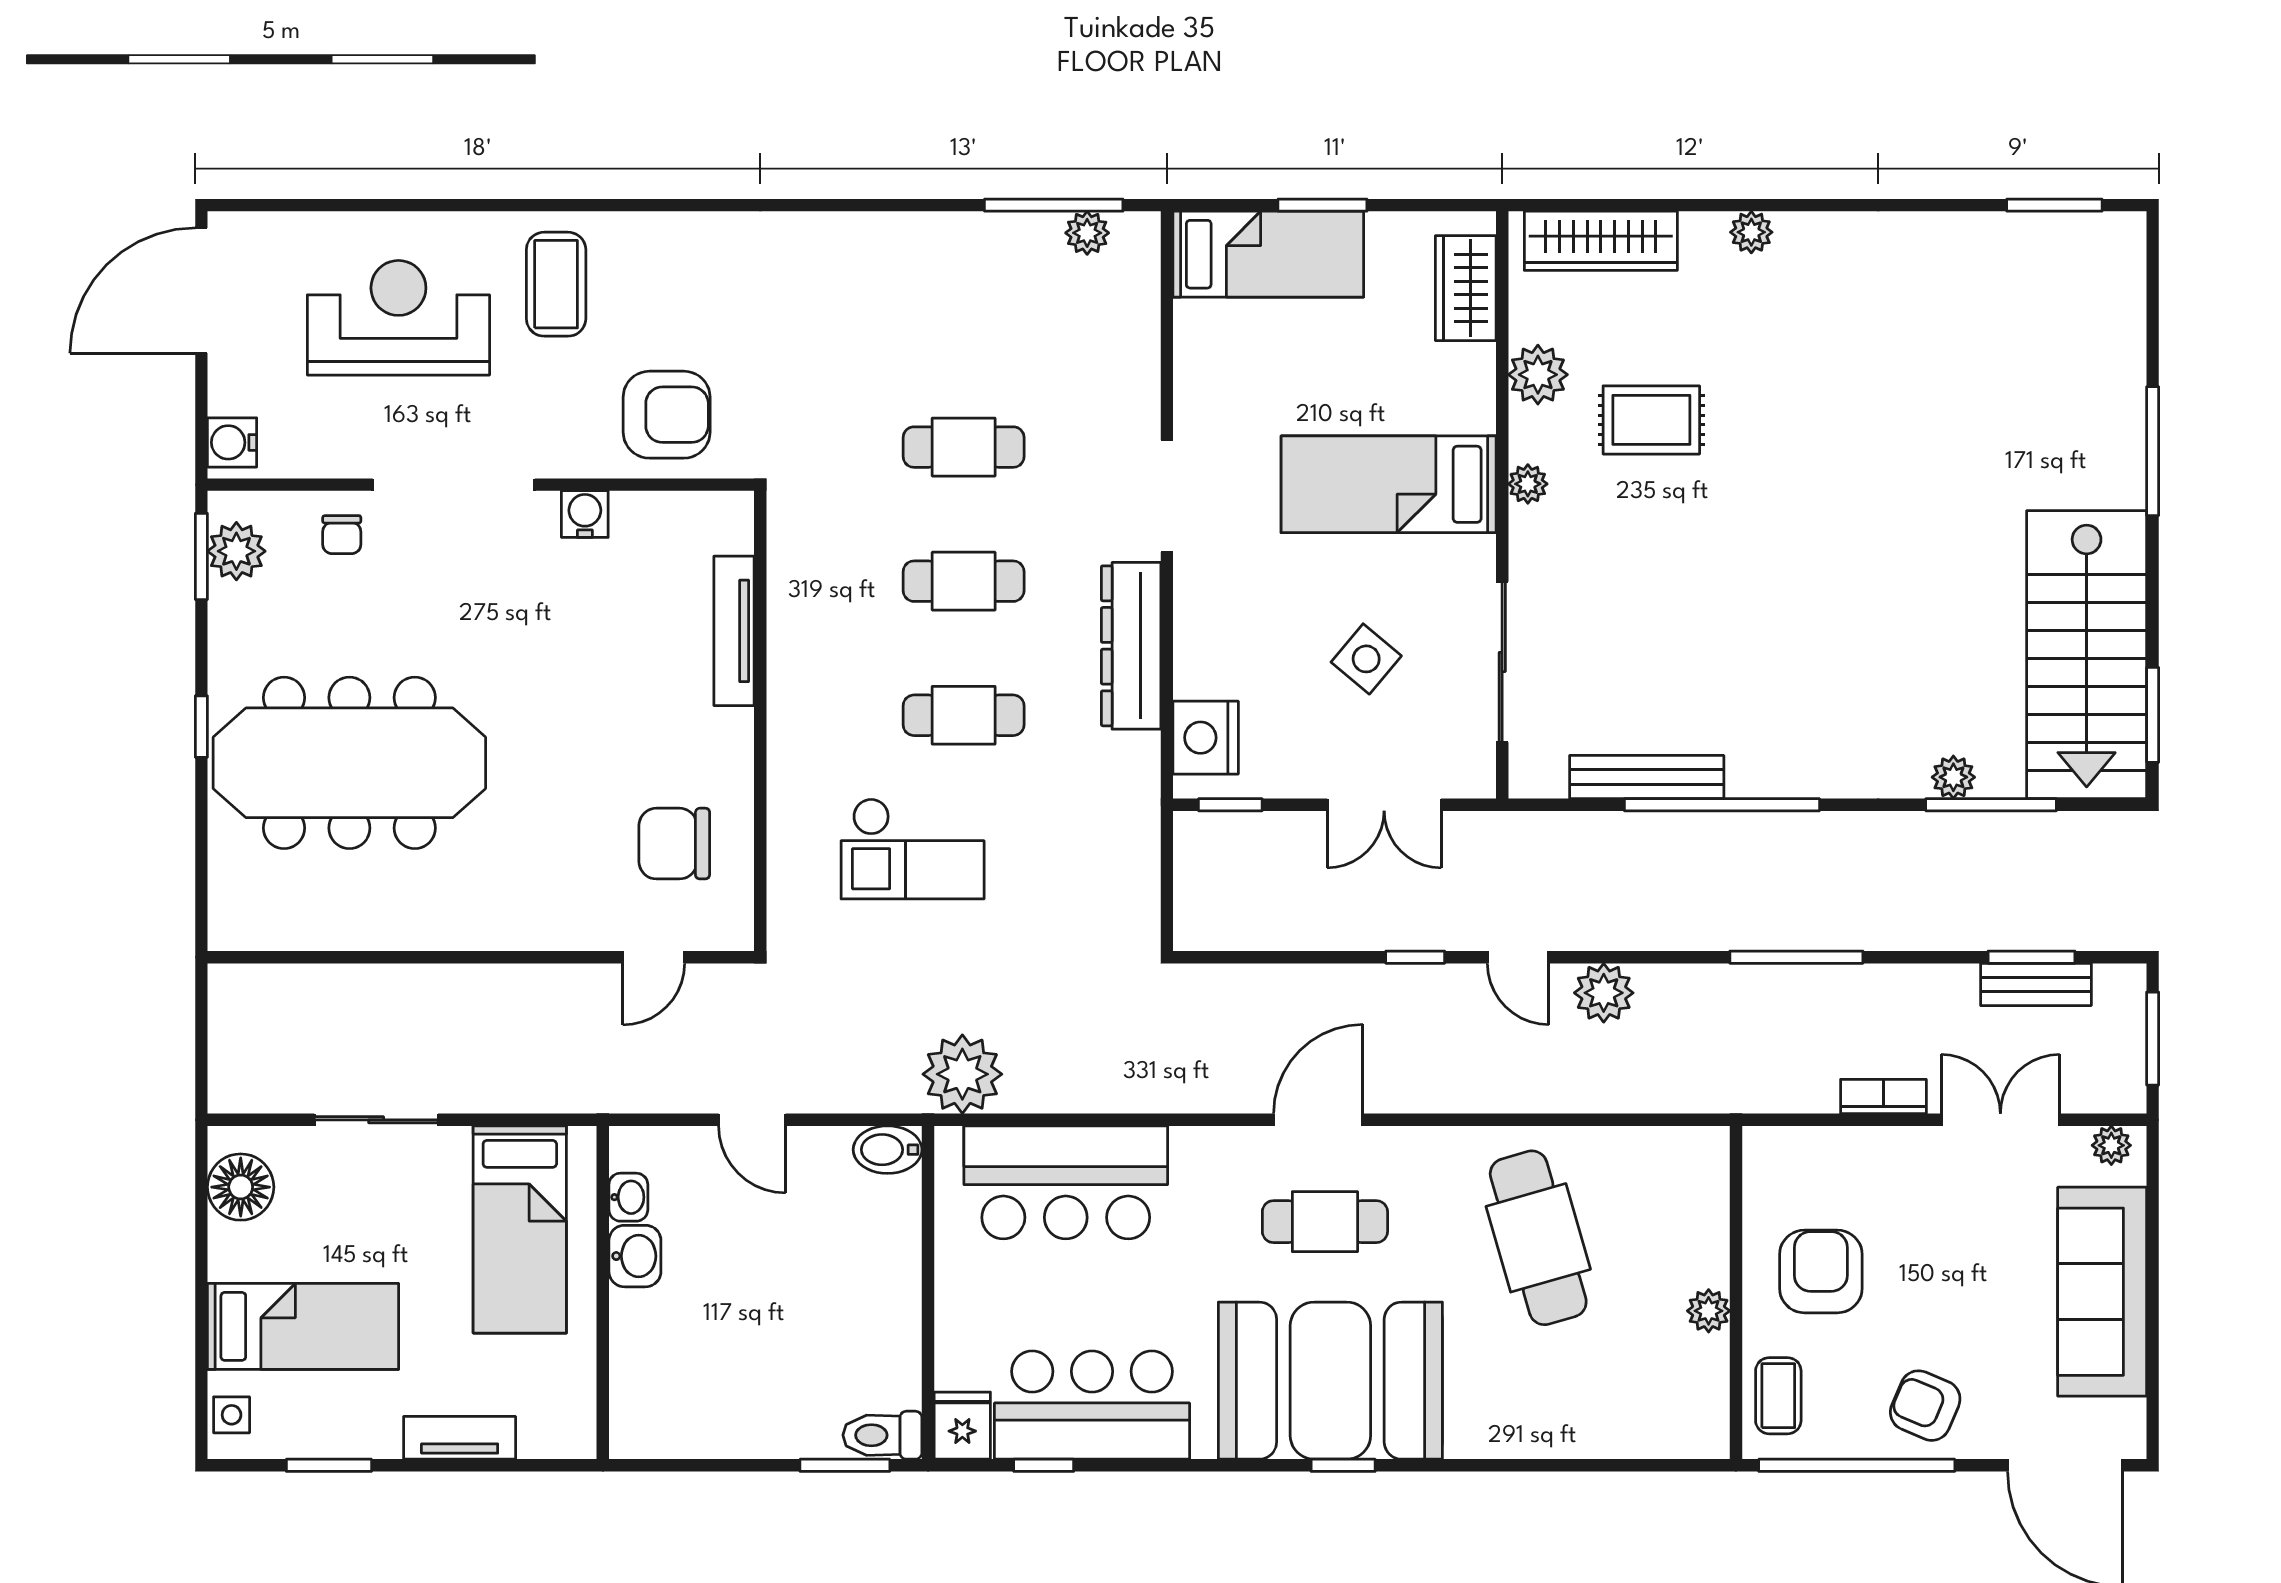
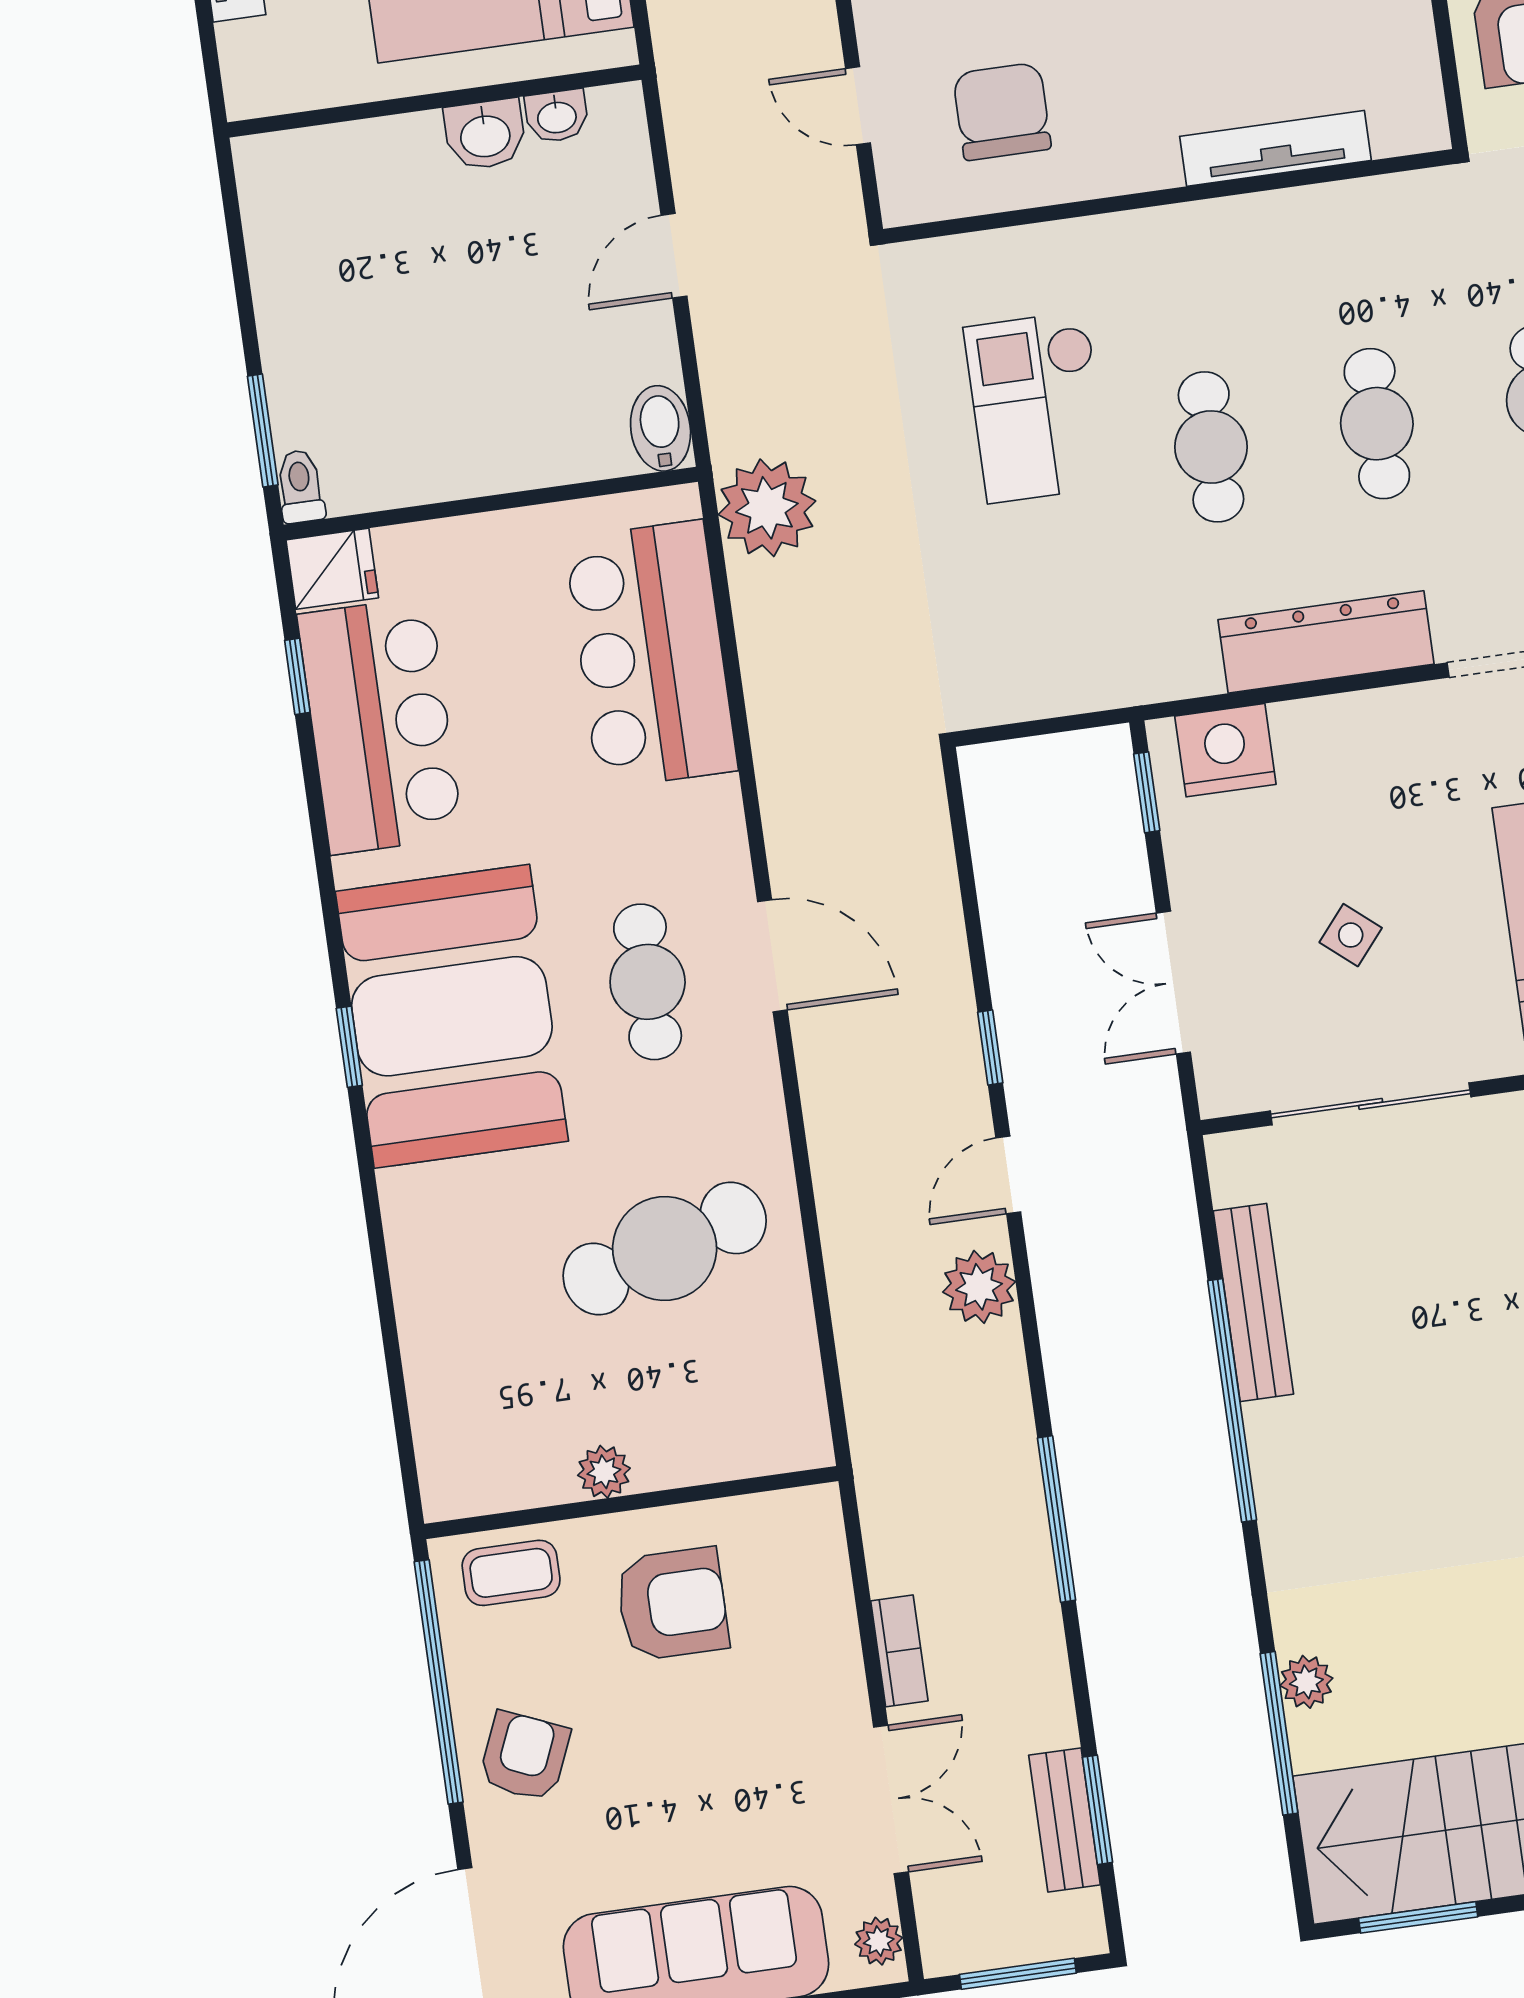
side table: (1366, 659) -> (1351, 935), width x0.73, depth x0.73
toilet: (882, 1435) -> (300, 486), width x0.73, depth x0.72

